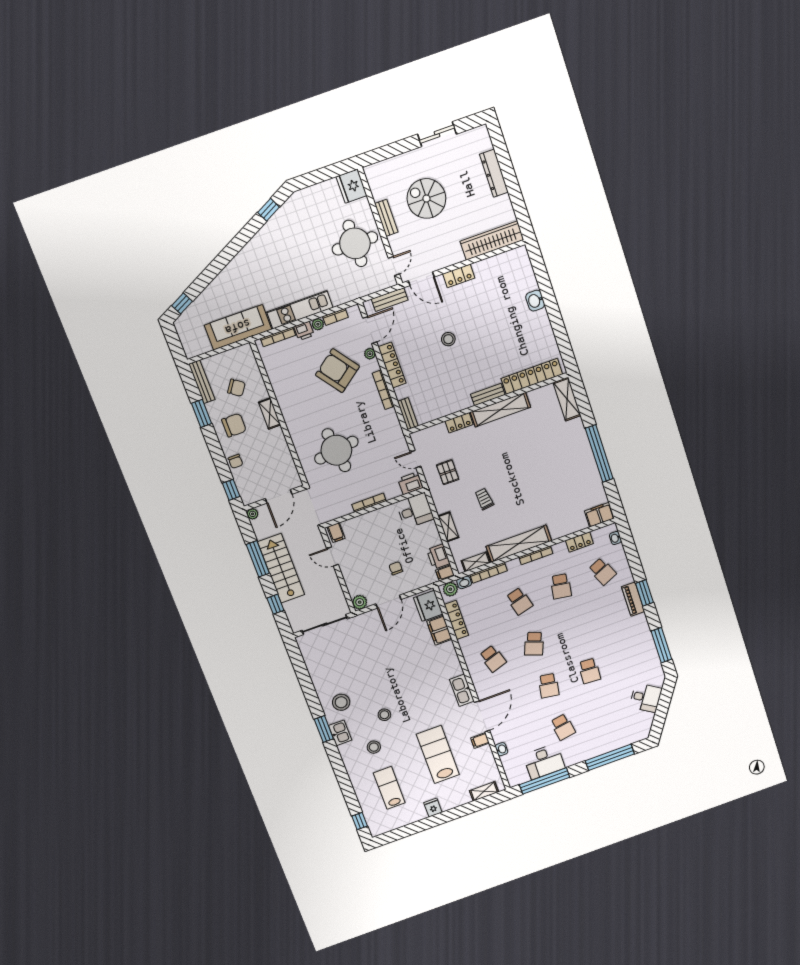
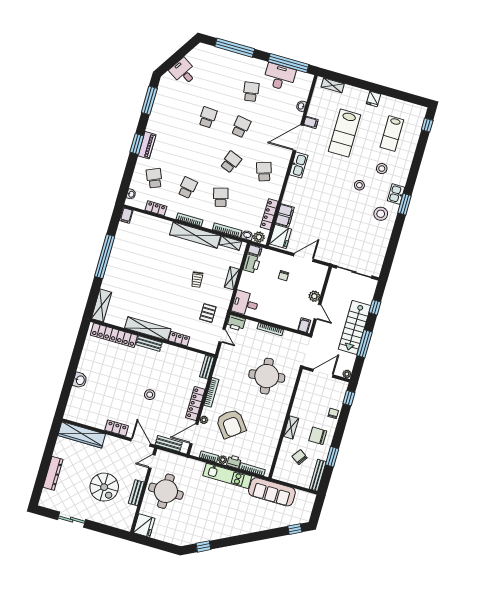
filing cabinet: (599, 515) -> (126, 215), width x0.50
plant: (360, 602) -> (314, 296), moved

